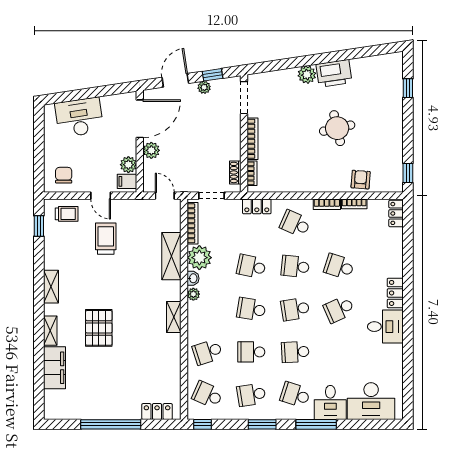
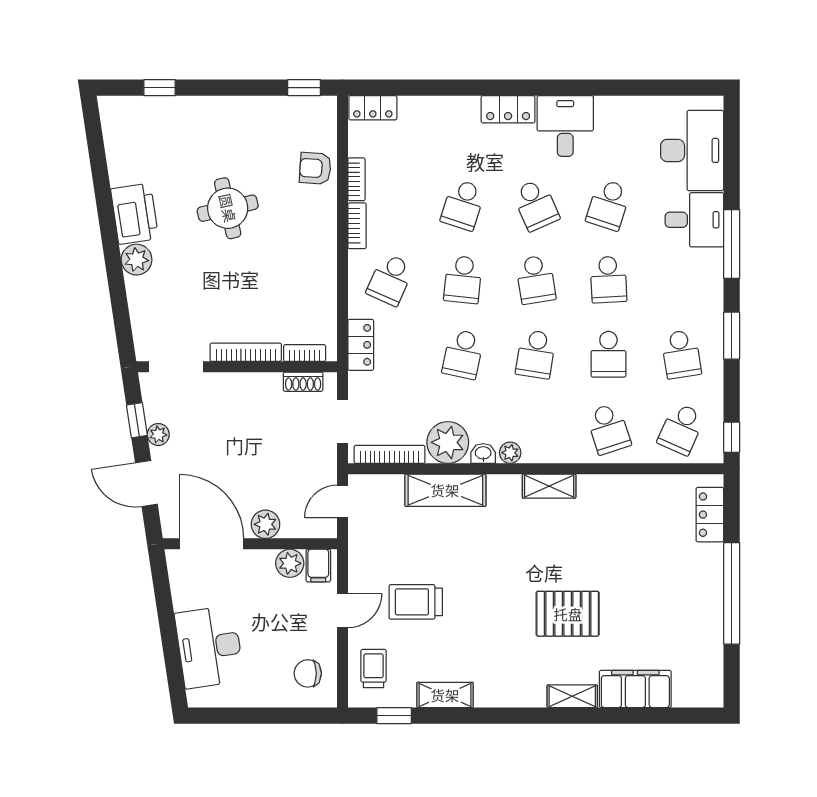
shelving: (51, 287) -> (445, 695), moved
school desk: (295, 395) -> (608, 205), moved

